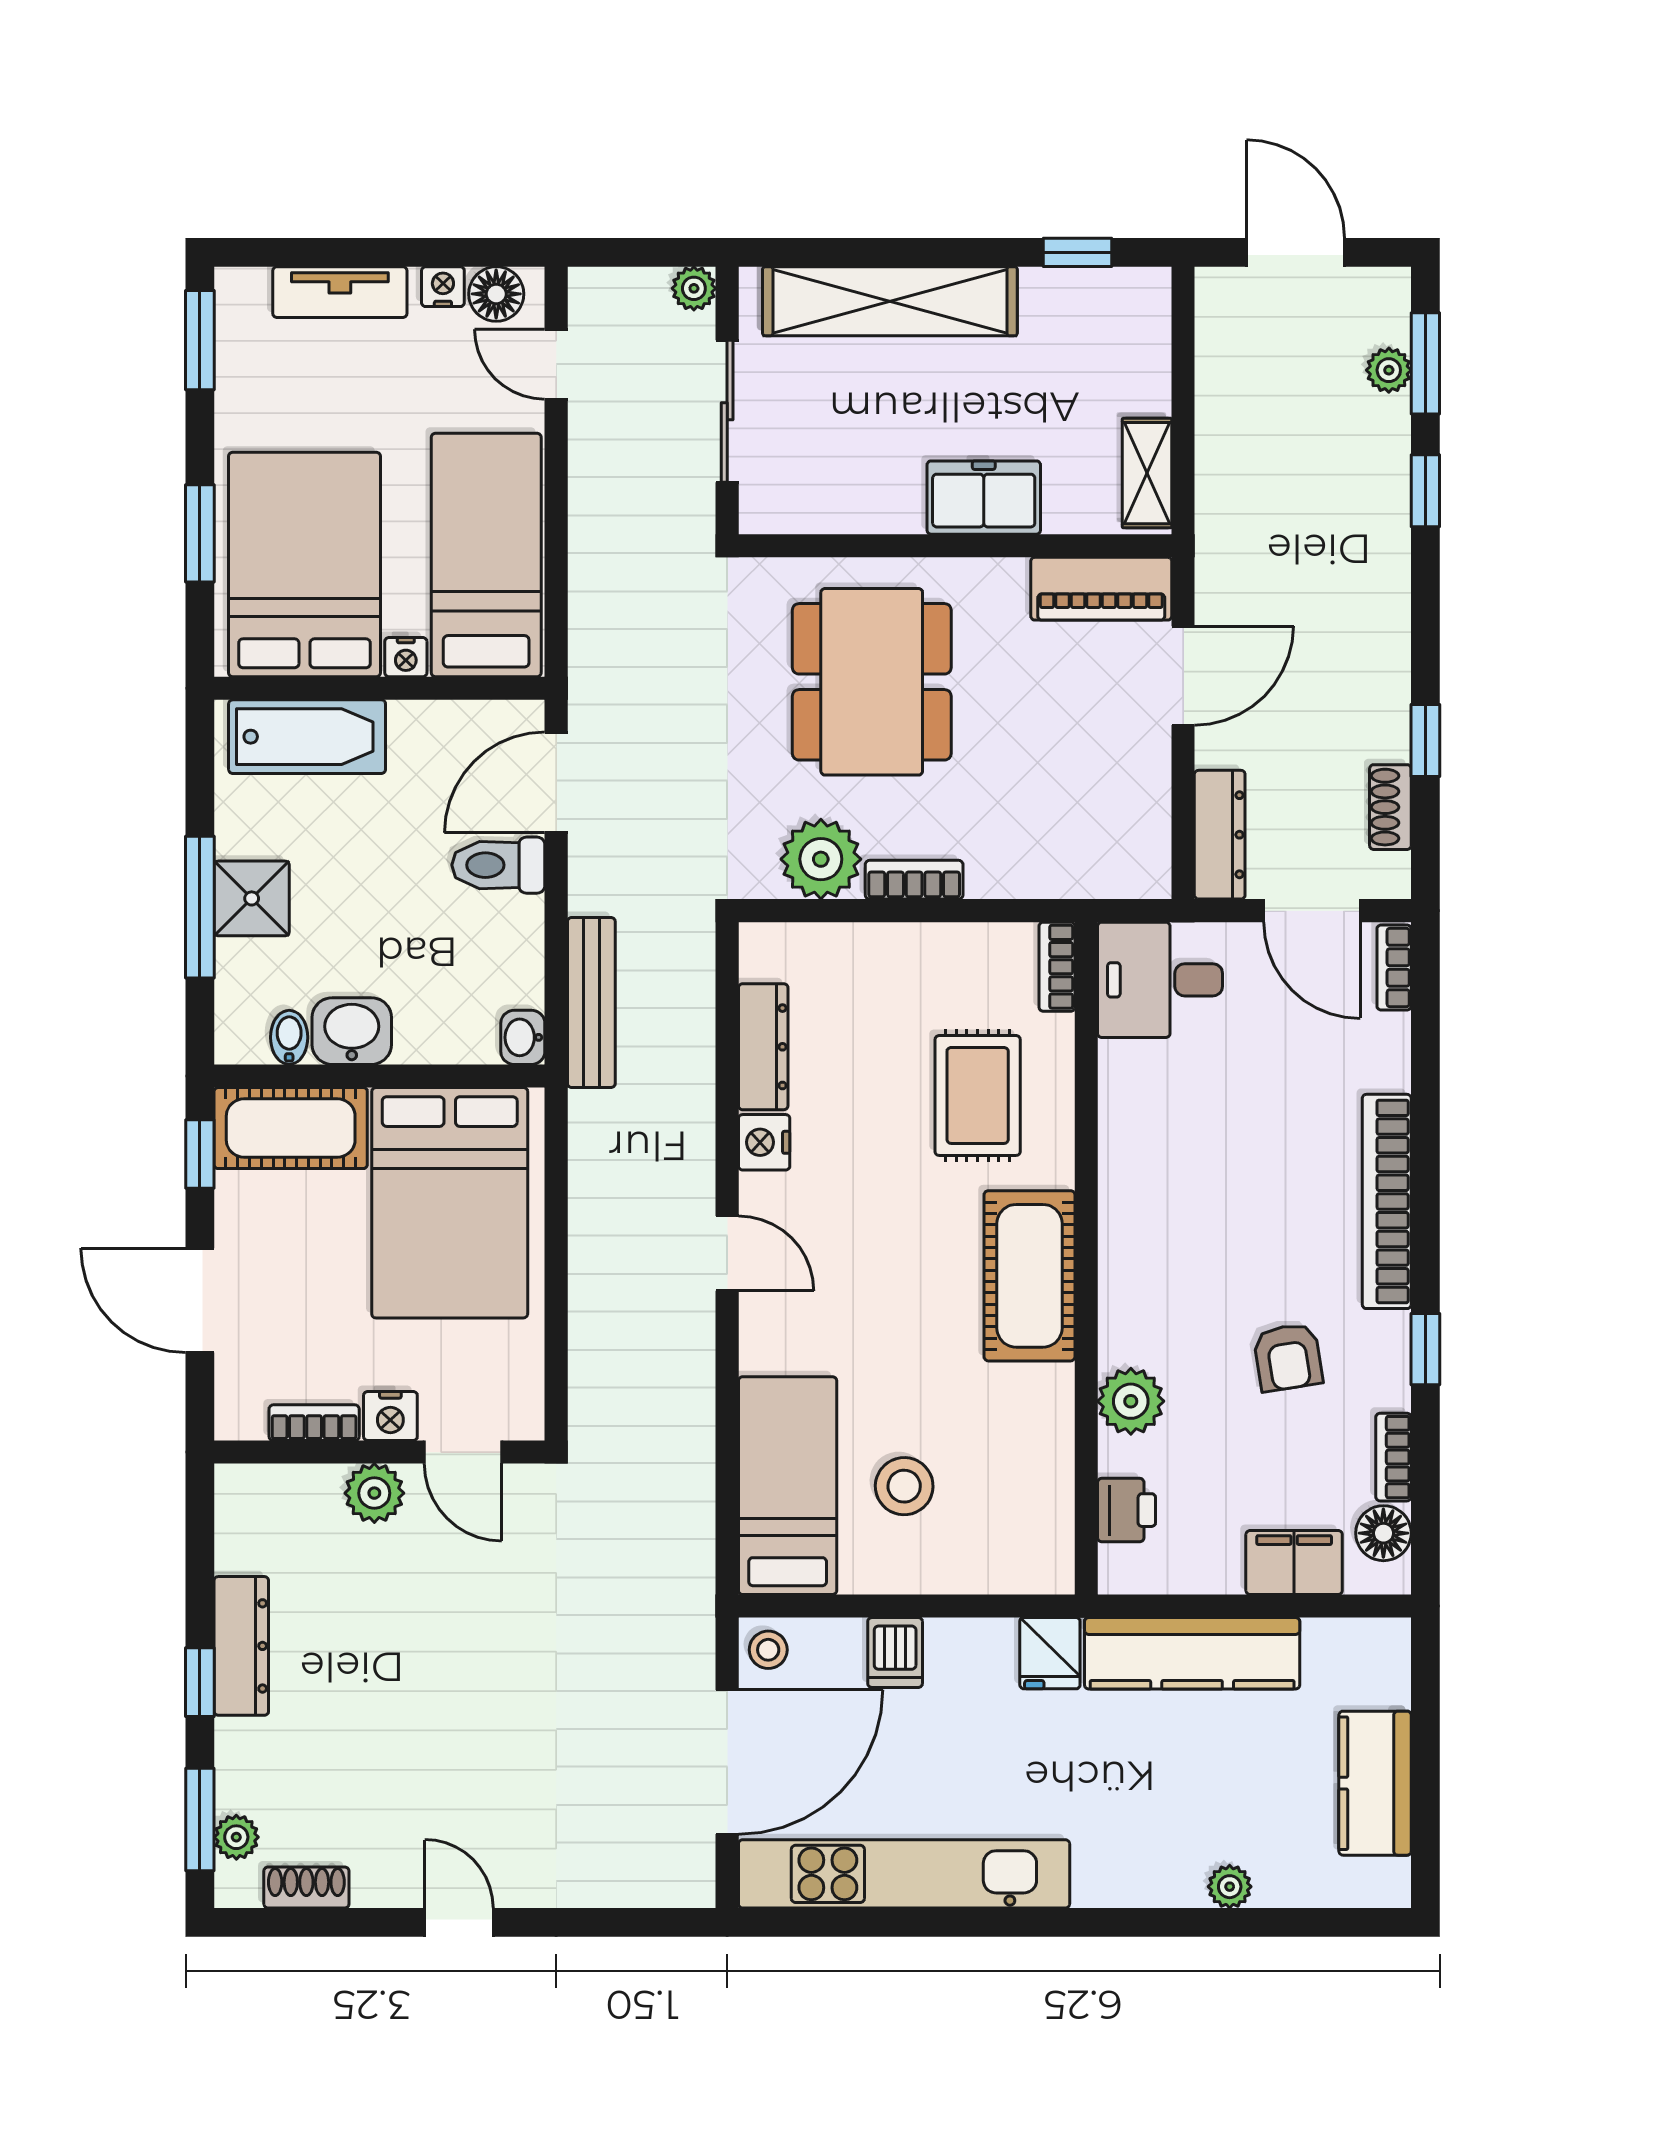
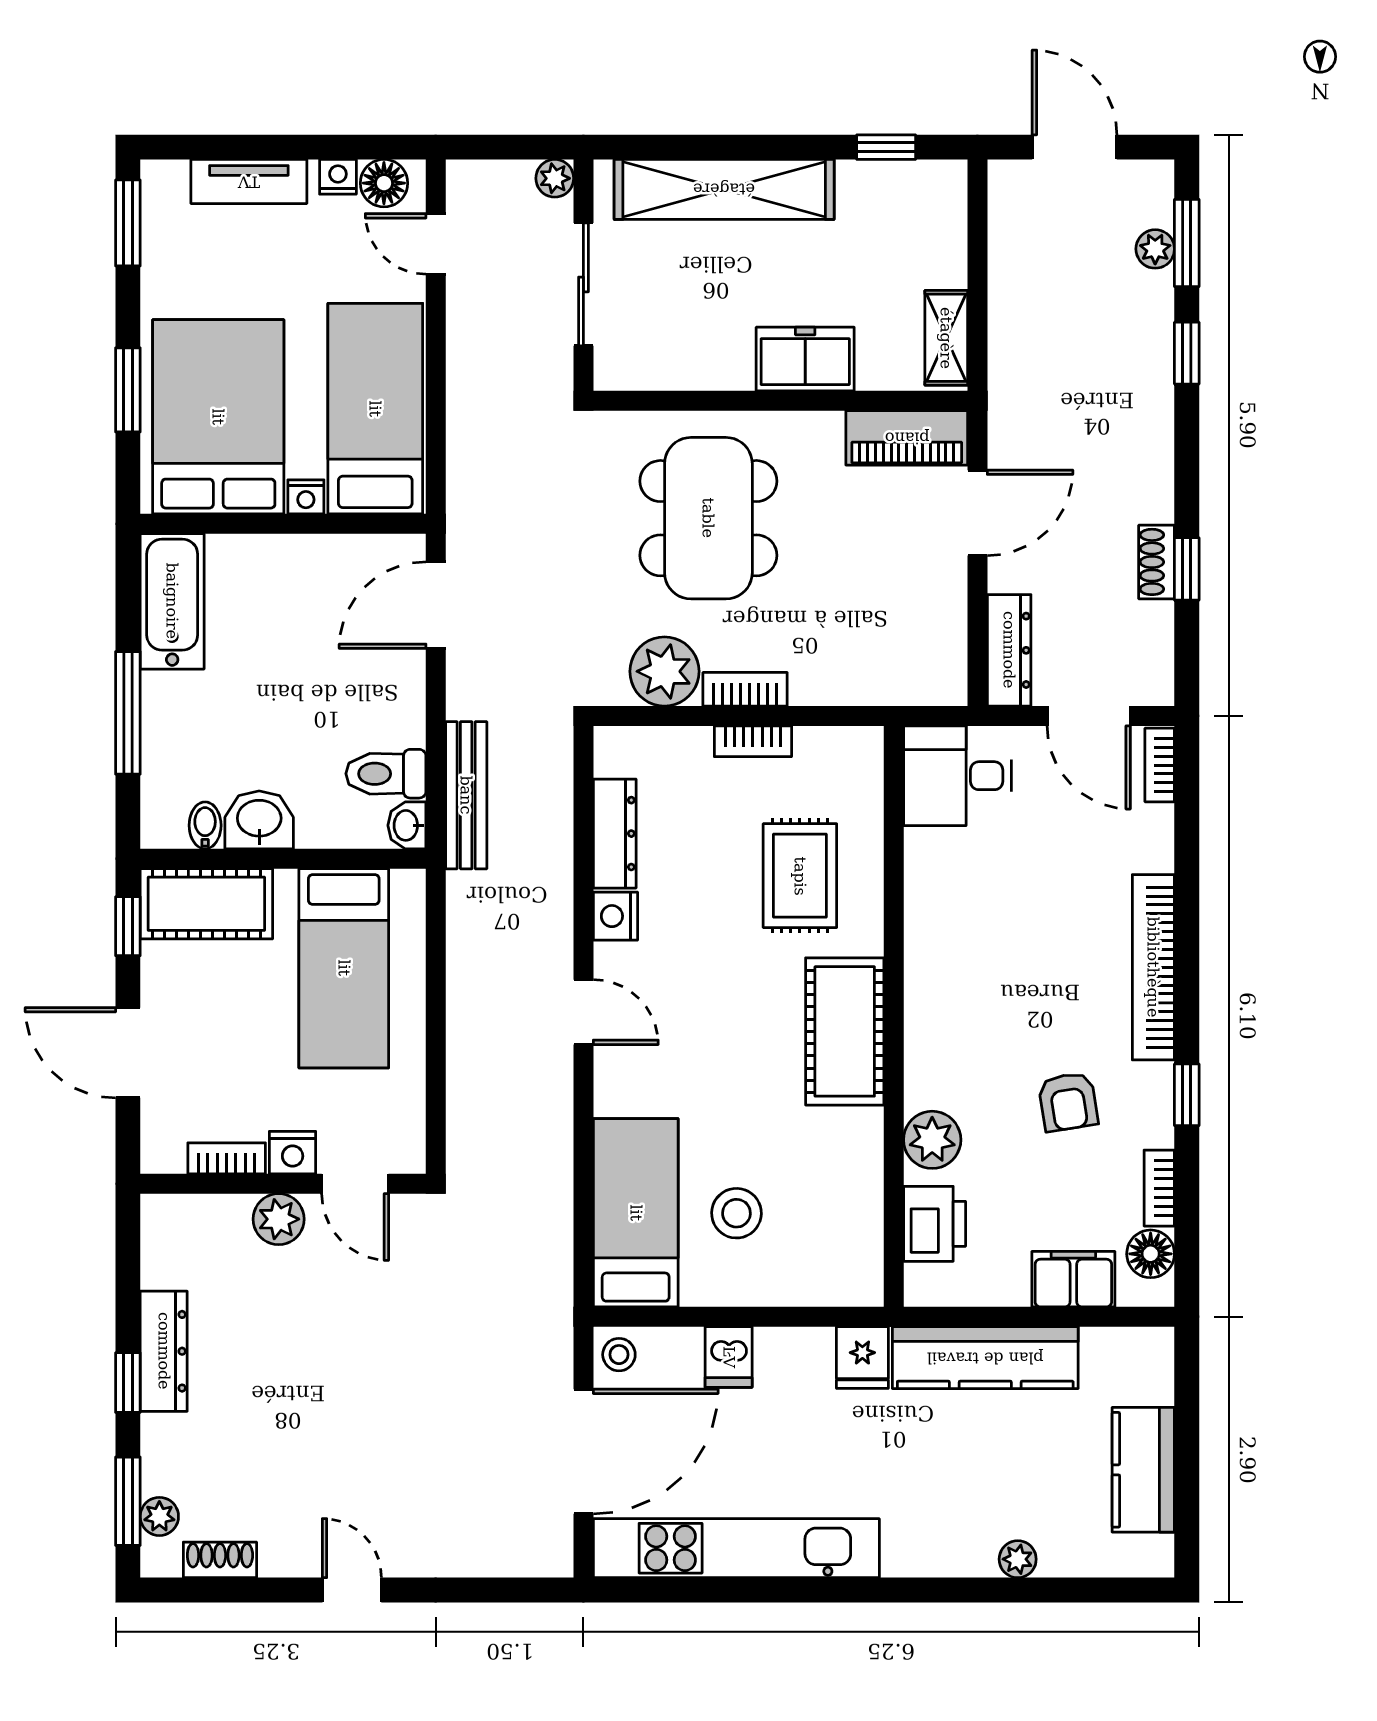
bathtub: (307, 737) -> (172, 601), moved, turned -90
shoe rack: (1390, 807) -> (1157, 562), moved
toilet: (498, 865) -> (386, 774), moved
shower: (252, 898) -> (173, 705), removed
bookcase: (1057, 967) -> (753, 741), moved, turned -90
bed: (450, 1203) -> (344, 968), width x0.67
printer: (1127, 1510) -> (935, 1224), width x1.36, depth x1.24

